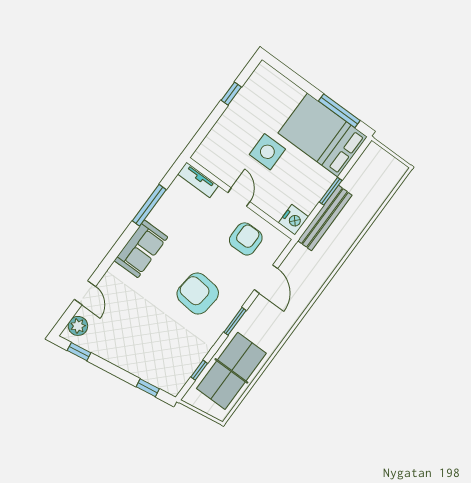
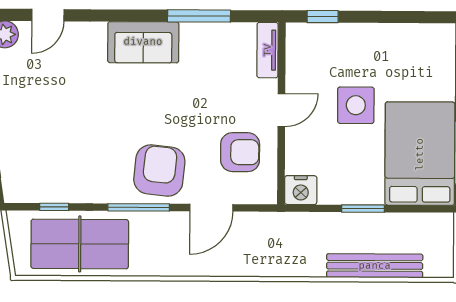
window: (231, 94) -> (323, 17), moved
bench: (325, 218) -> (375, 266), moved
armchair: (198, 294) -> (159, 170), moved
window: (235, 321) -> (139, 207), width x1.44

